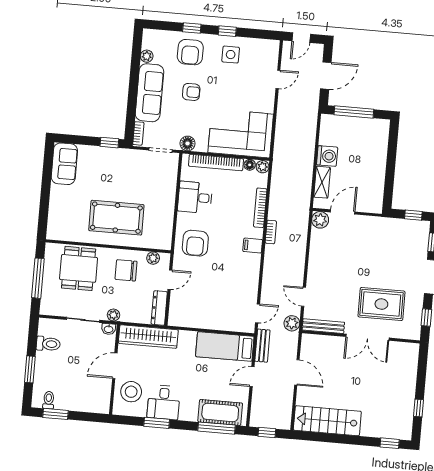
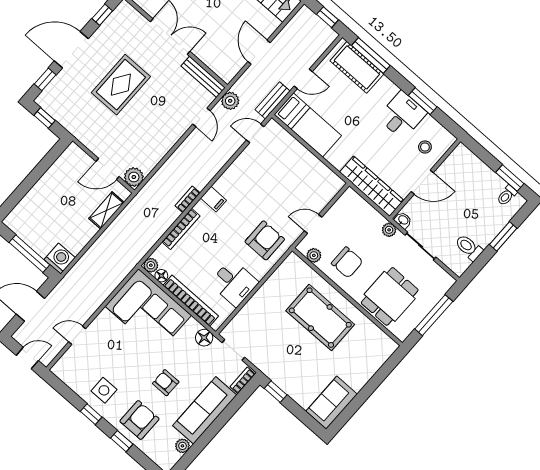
washing machine: (327, 156) -> (60, 259), moved, turned 90
rug: (381, 304) -> (121, 85), moved, turned 90
dresser: (159, 308) -> (342, 205), removed
stool: (131, 392) -> (425, 147), width x0.53, depth x0.53

